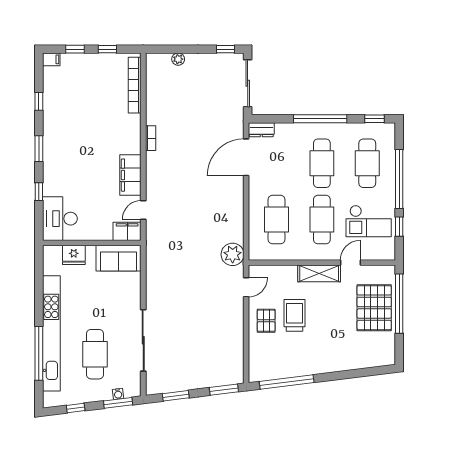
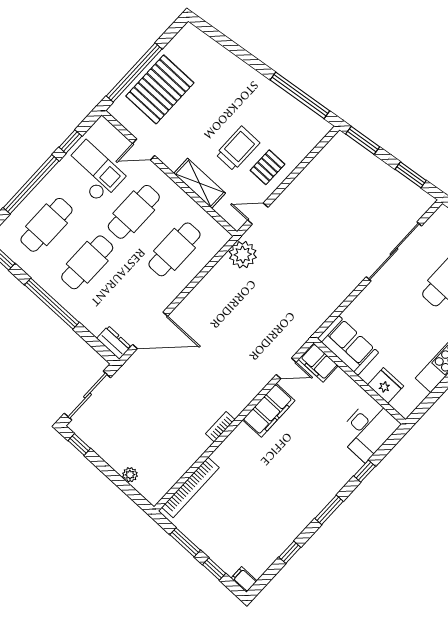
window: (107, 49) -> (185, 542), width x1.50
shelving: (319, 273) -> (200, 183), moved
trolley: (295, 315) -> (238, 149), turned 180

